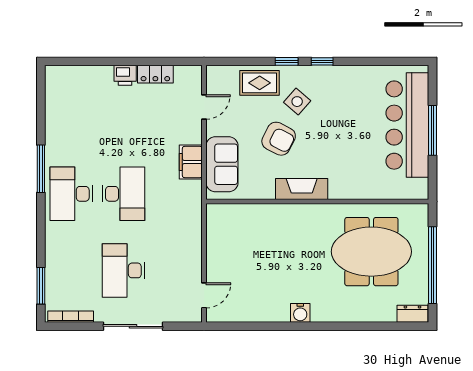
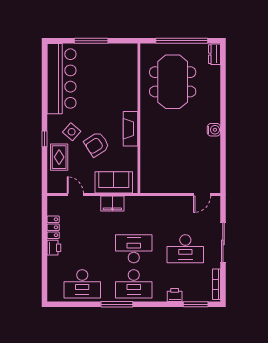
window: (322, 61) -> (45, 115), removed
desk: (71, 117) -> (82, 284), added
bar counter: (407, 125) -> (62, 79), moved, turned -90
armchair: (279, 139) -> (97, 144), turned -150
printer: (55, 255) -> (175, 295), added
door: (204, 295) -> (202, 194), swing flipped

